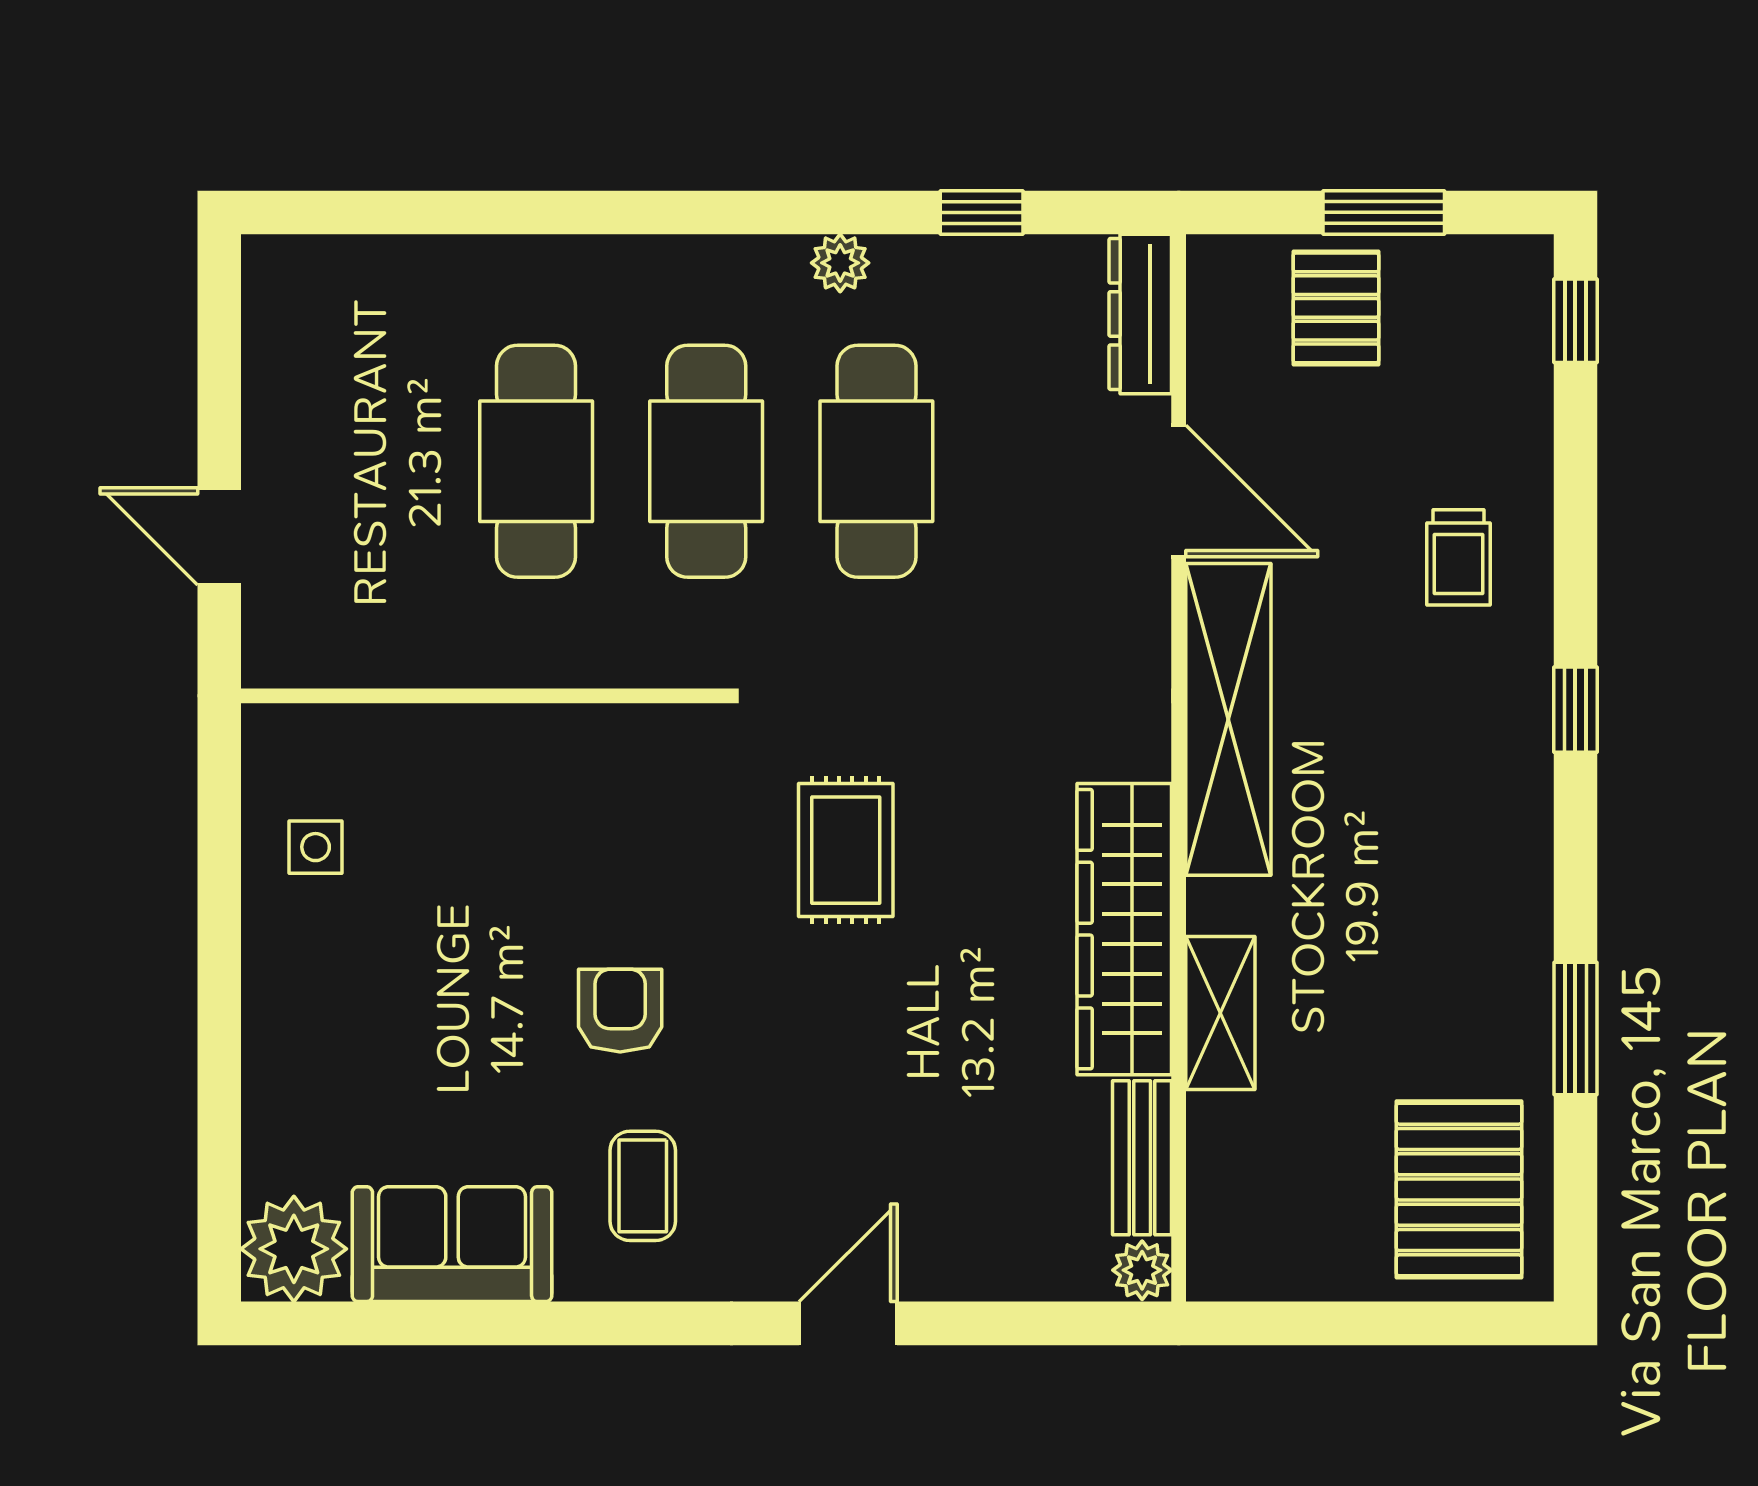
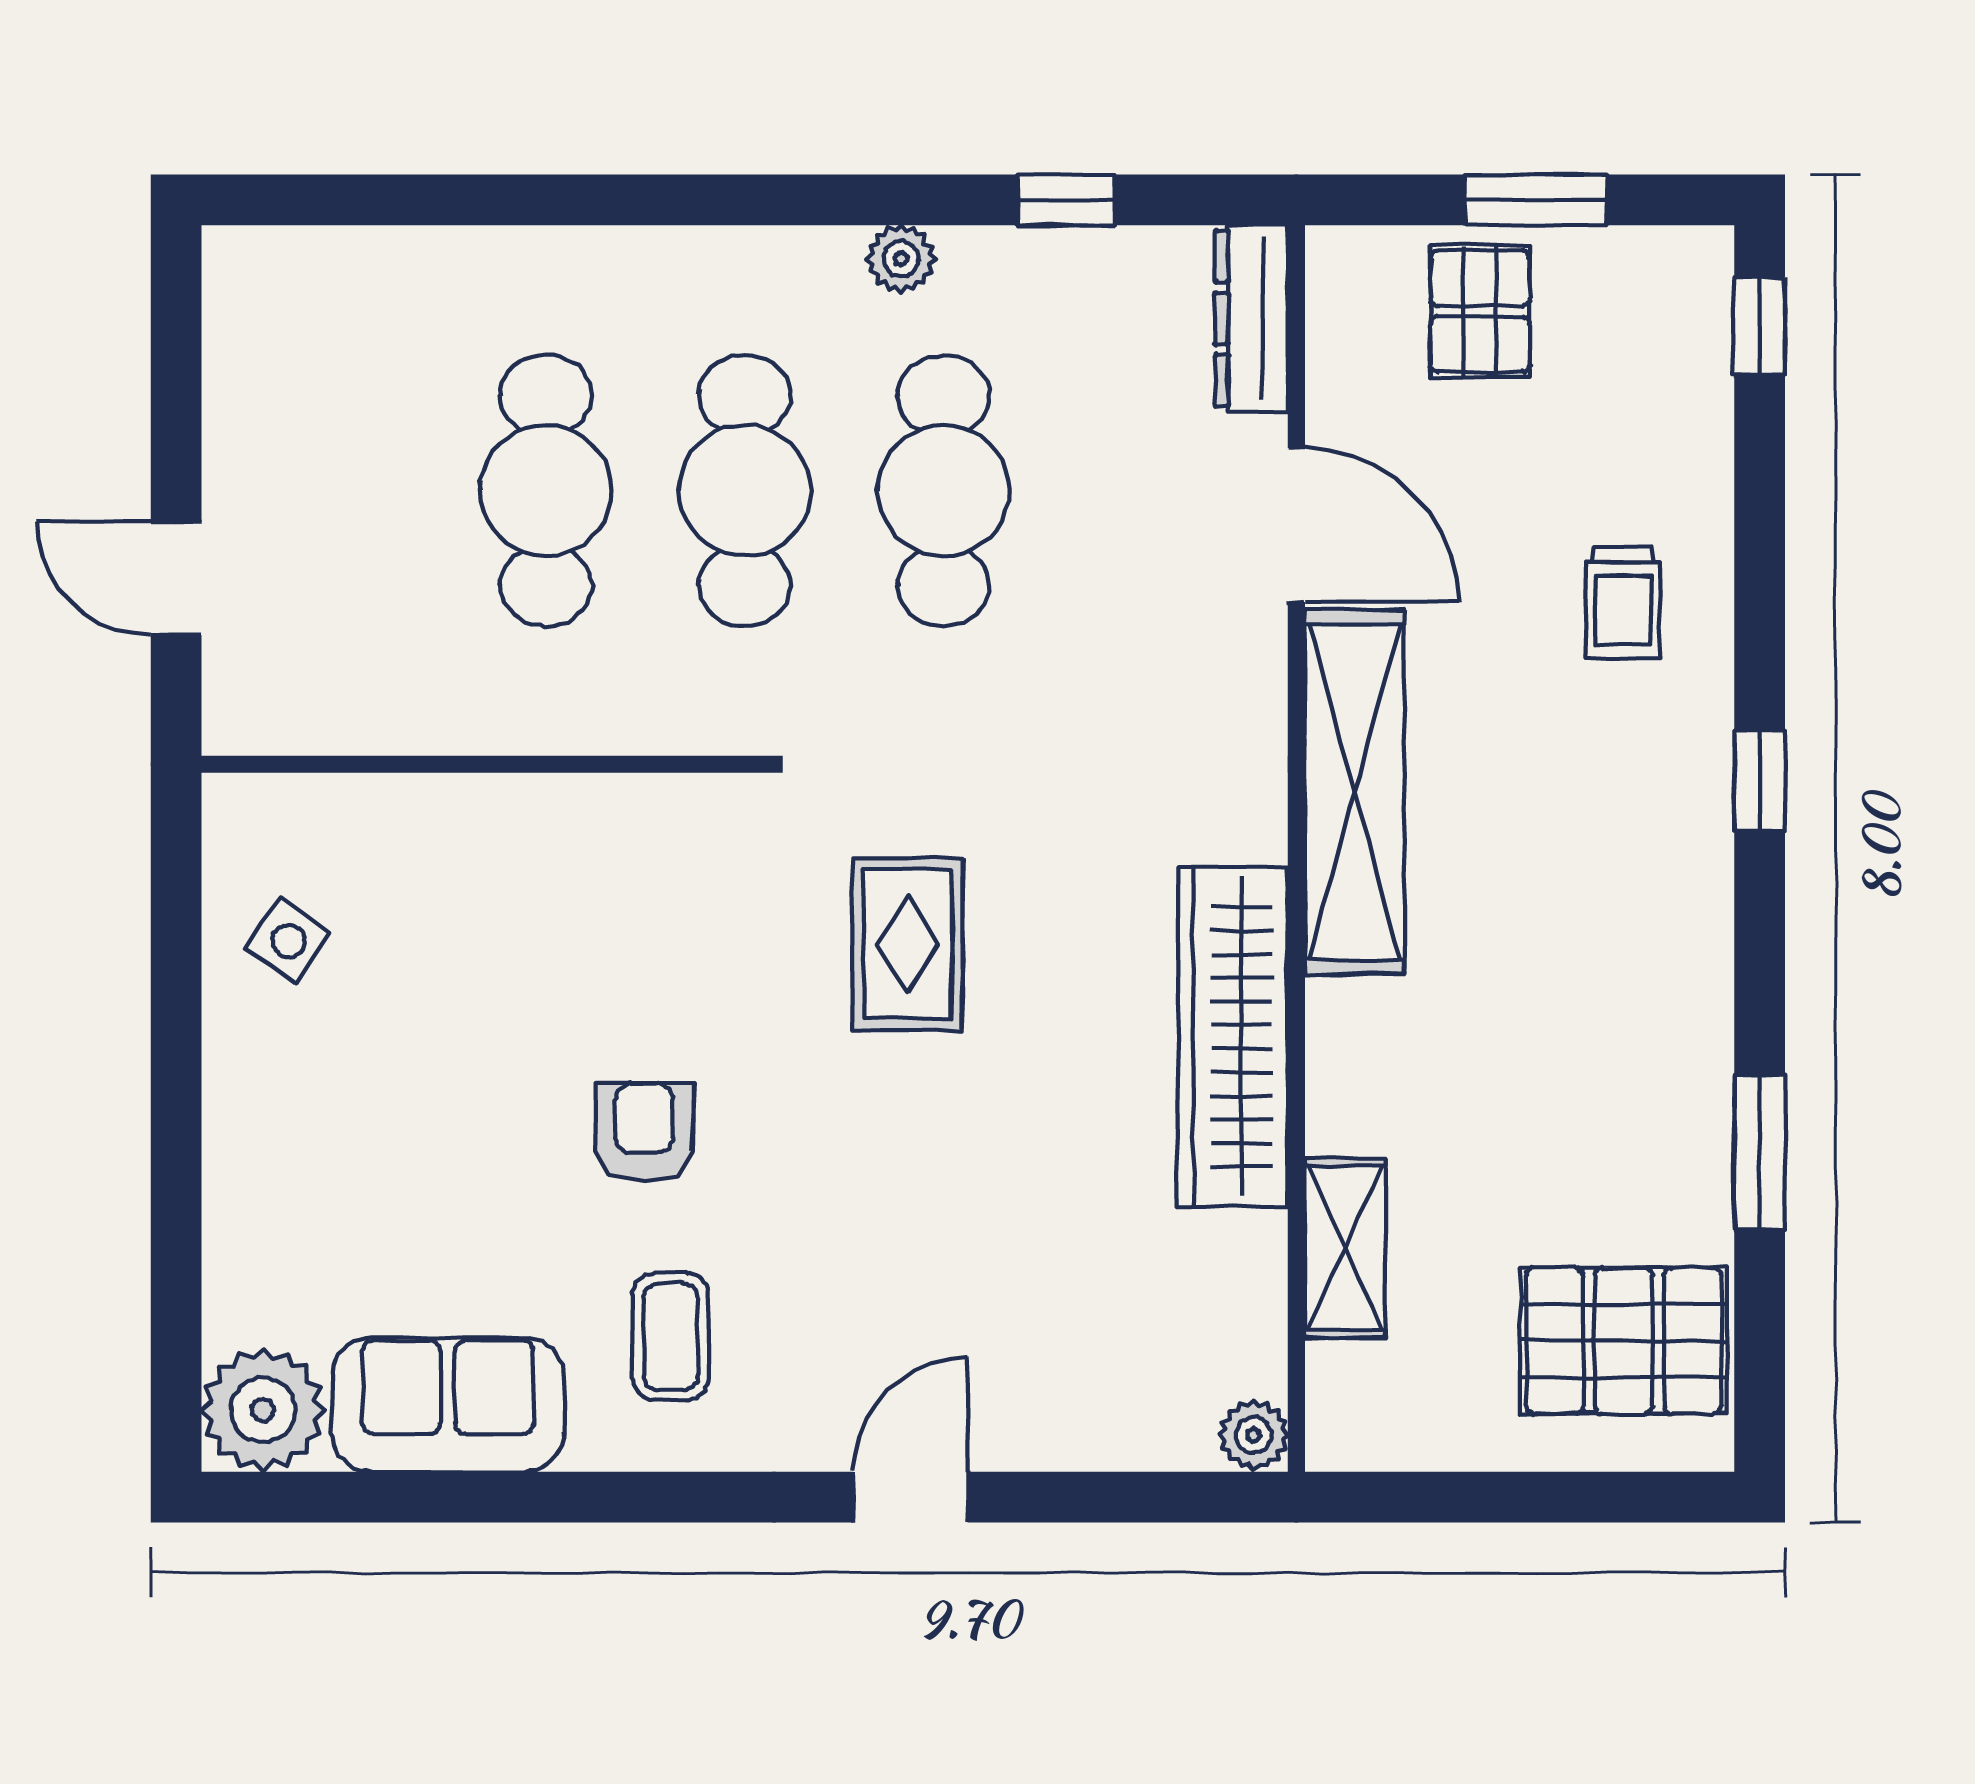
side table: (316, 847) -> (288, 941), turned 34
shelving: (1220, 1013) -> (1345, 1248), moved
bench: (1142, 1158) -> (1254, 1304), removed
pallet: (1459, 1189) -> (1624, 1341), turned 90

